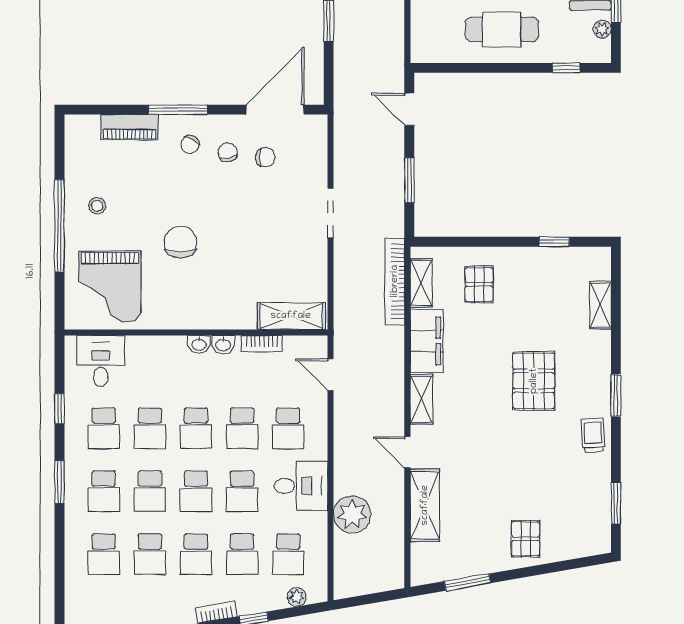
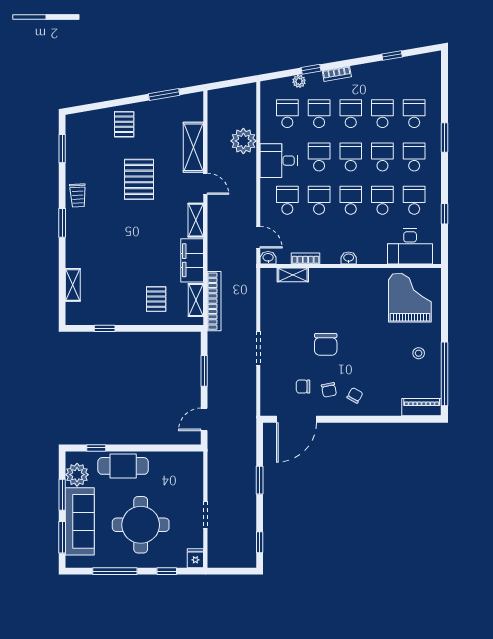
cafe table: (502, 29) -> (123, 466), moved
plant: (602, 29) -> (77, 475), width x1.88, depth x1.88
door: (409, 109) -> (204, 419), swing flipped
window: (178, 110) -> (363, 419), removed
piano: (130, 127) -> (422, 407), moved
window: (60, 226) -> (445, 374), moved
chair: (180, 242) -> (326, 344), moved
shelving: (291, 316) -> (293, 275), width x0.67, depth x0.75
washbasin: (223, 345) -> (268, 258), moved
desk: (101, 361) -> (410, 246), width x1.37
pallet: (534, 381) -> (139, 179), moved
window: (60, 482) -> (445, 138), moved
plant: (297, 597) -> (299, 81), moved

